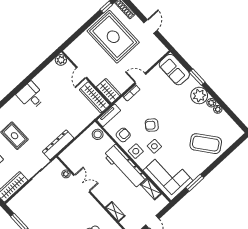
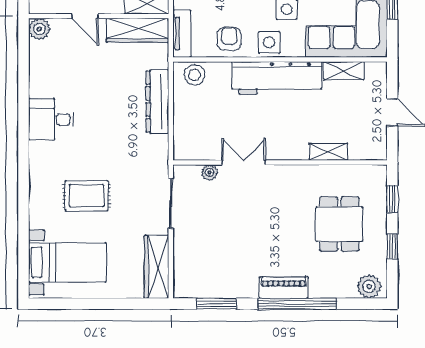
dresser: (58, 145) -> (157, 102), moved

